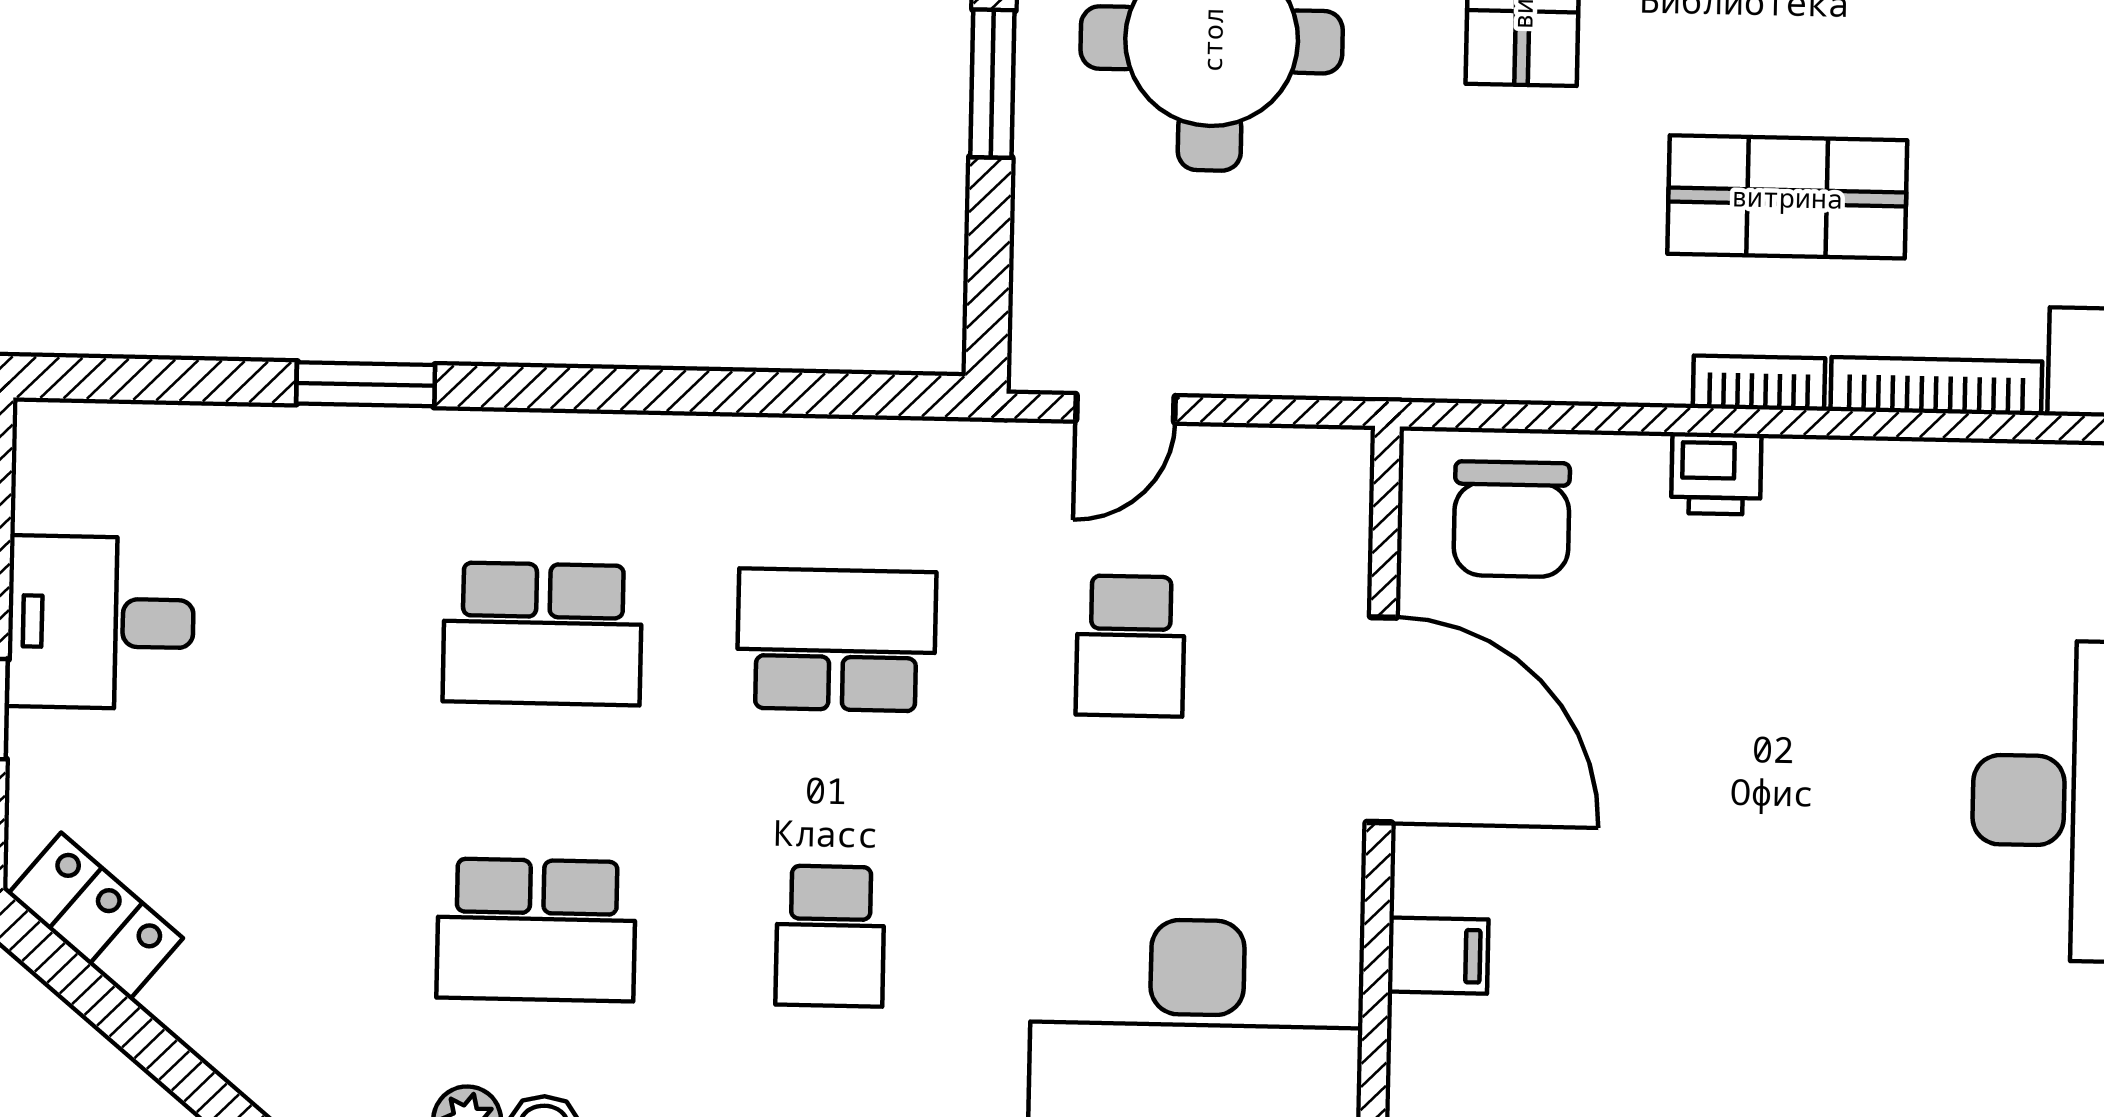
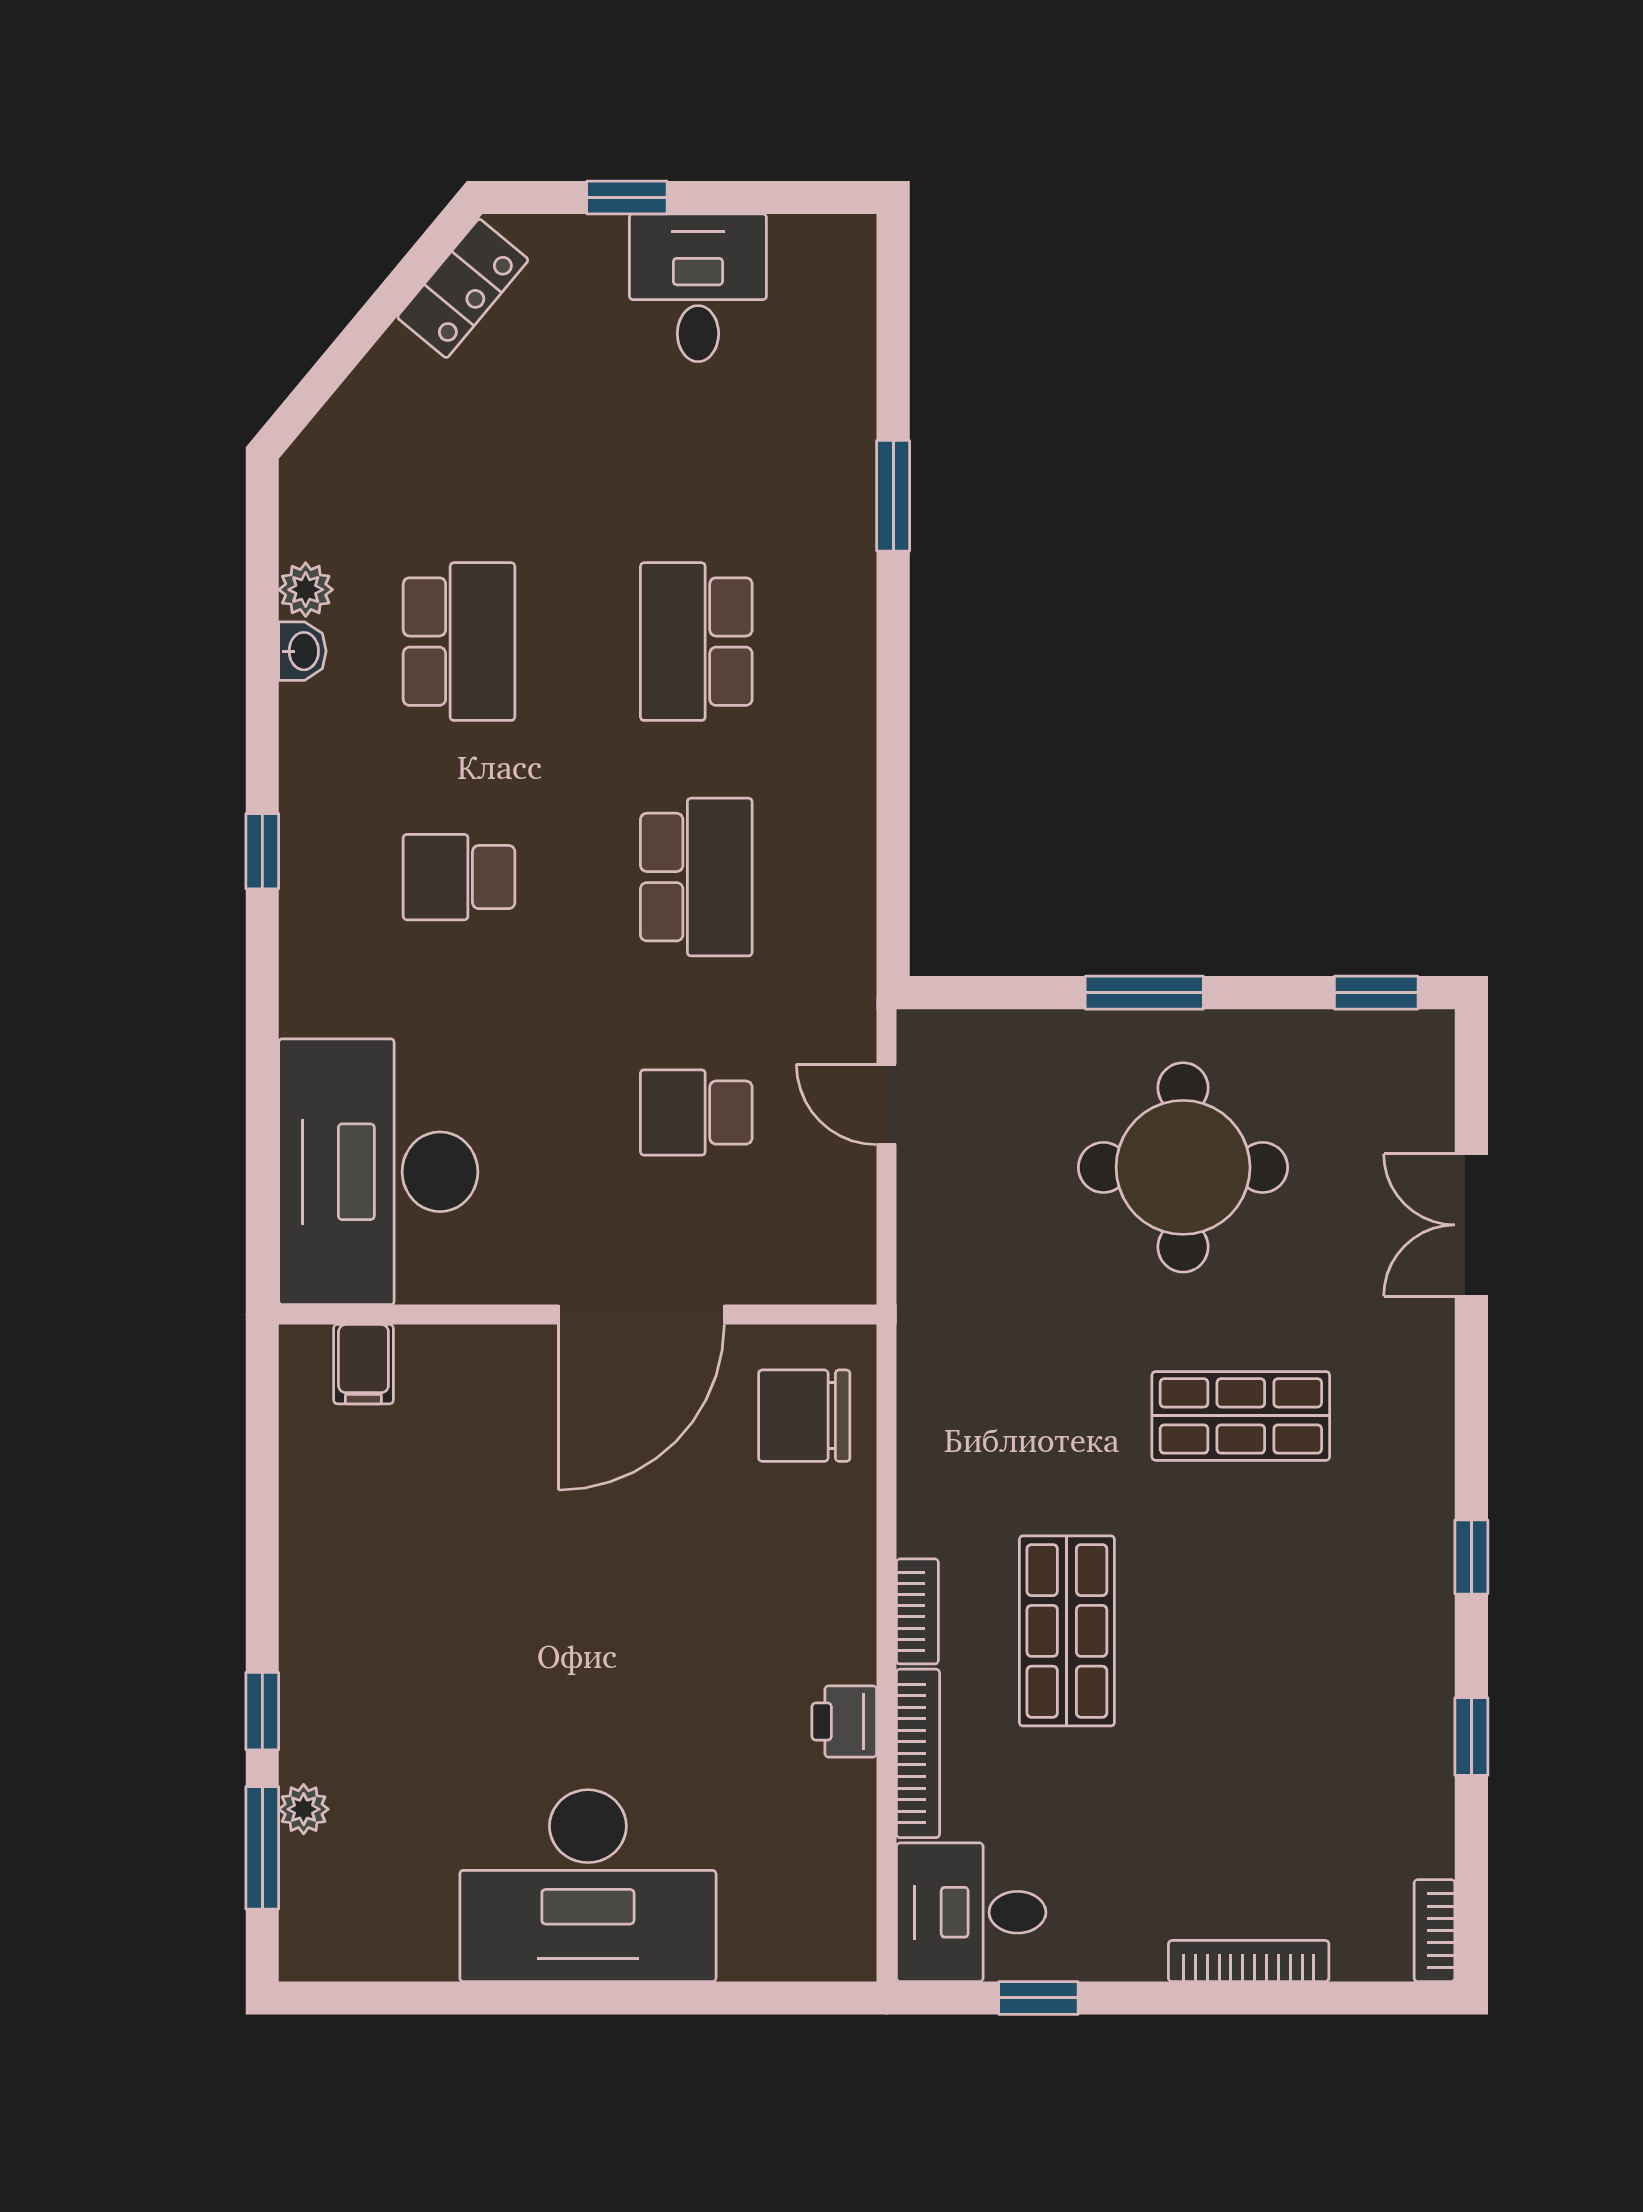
printer: (1716, 473) -> (844, 1722), moved
school desk: (536, 930) -> (459, 642), turned 180
filing cabinet: (1438, 956) -> (363, 1364), moved

